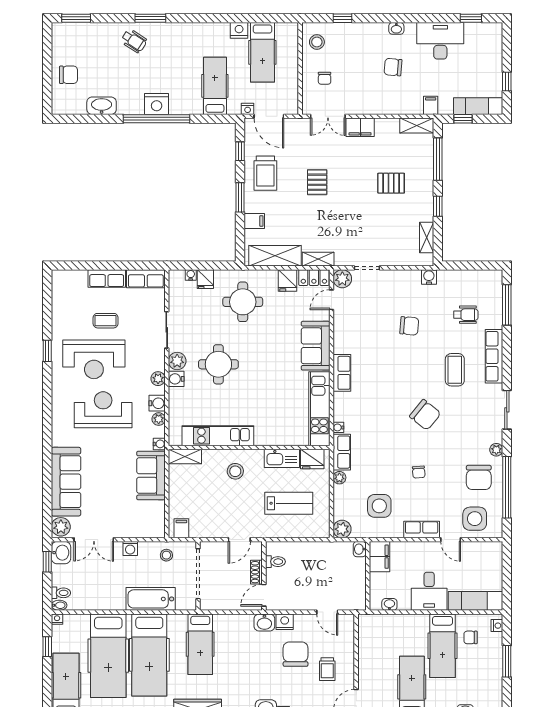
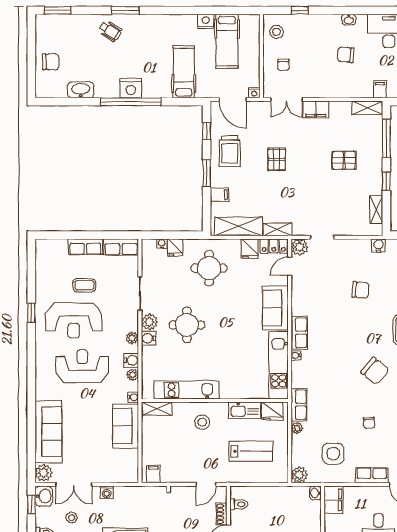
nightstand: (248, 109) -> (254, 93), moved
water cooler: (338, 427) -> (296, 355), moved
stool: (166, 555) -> (72, 518), moved

